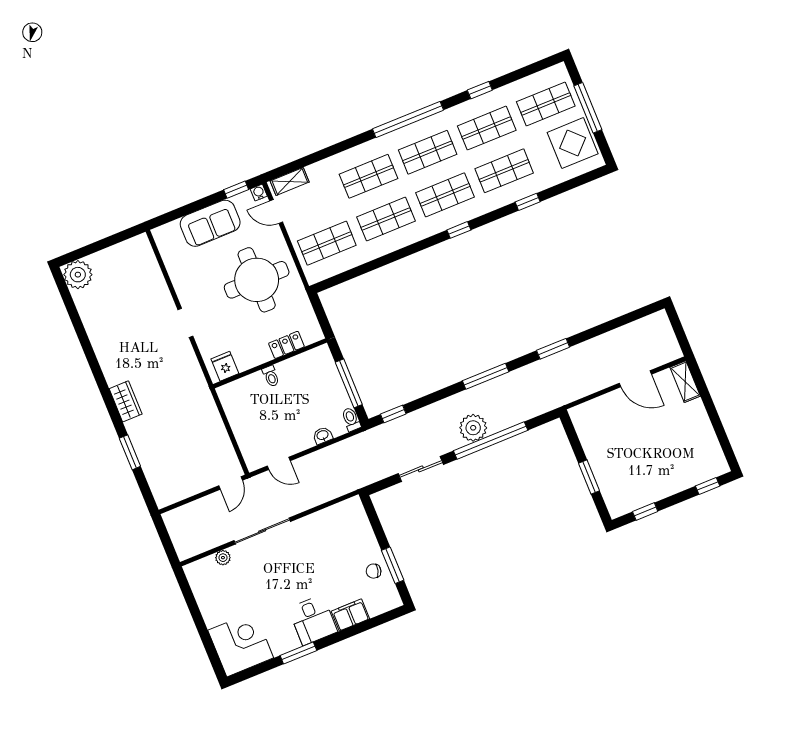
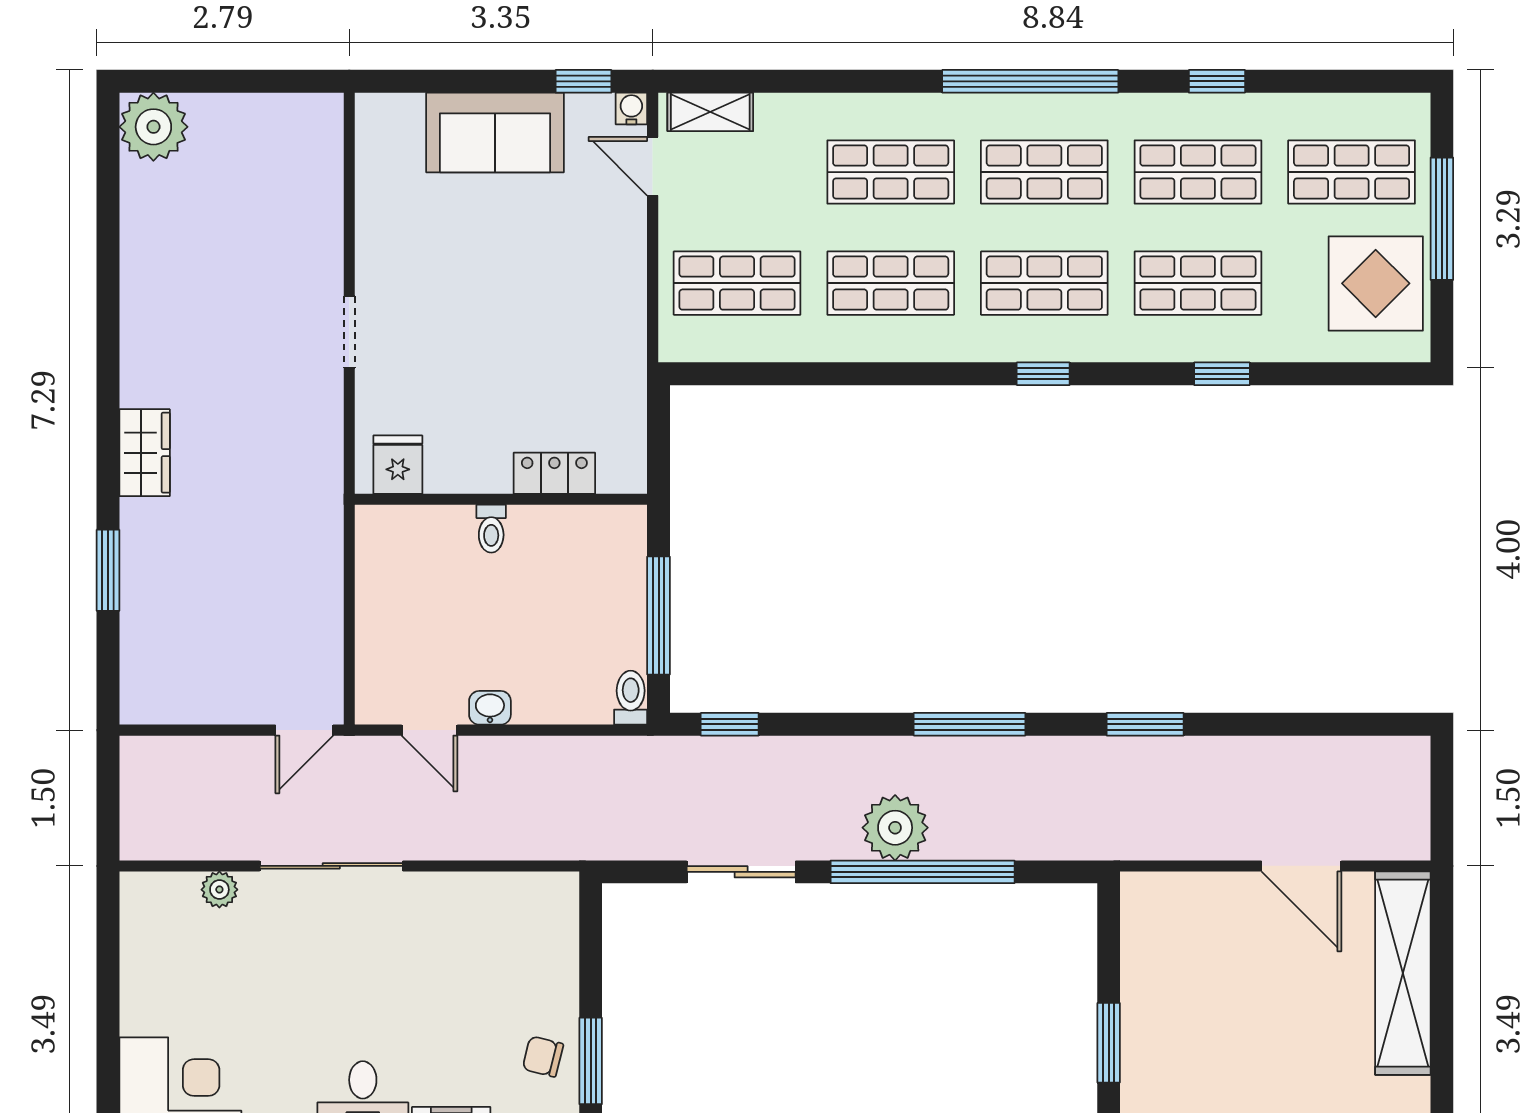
round table: (257, 280) -> (547, 301), removed
shelving: (685, 382) -> (1403, 973), width x2.20, depth x1.33
washbasin: (323, 435) -> (490, 708), moved

